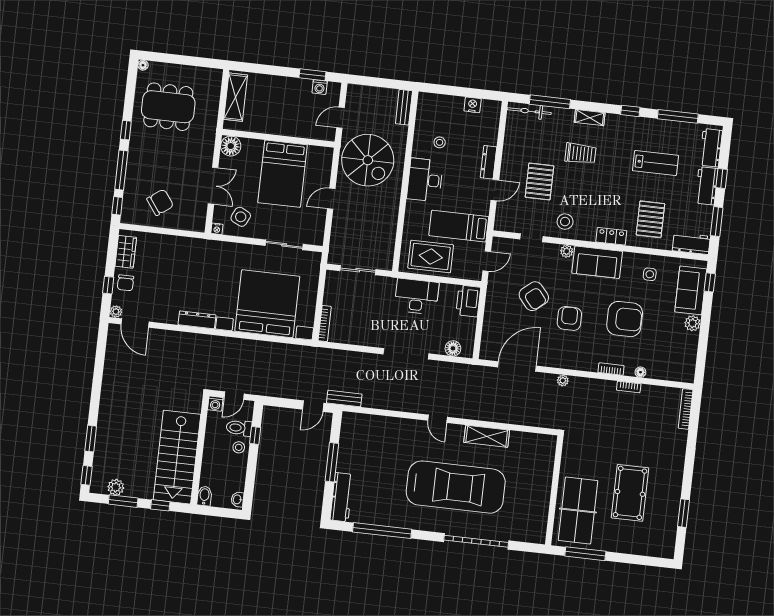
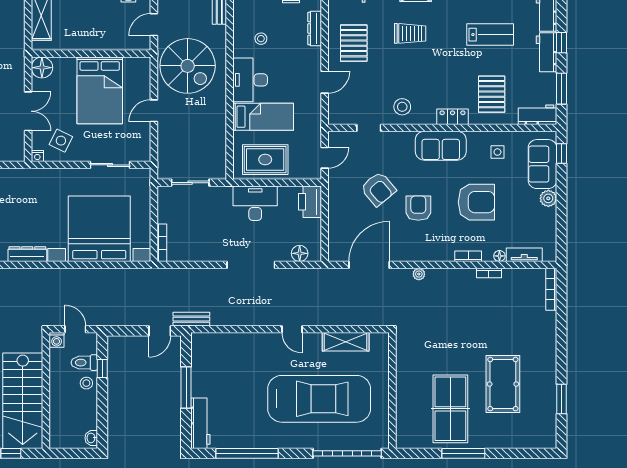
dresser: (488, 162) -> (315, 29), moved
pallet: (539, 182) -> (354, 43), moved
bed: (459, 226) -> (263, 117), moved, turned 180
plant: (567, 251) -> (407, 138), removed
tv unit: (664, 374) -> (524, 255), added
door: (234, 396) -> (75, 329), swing flipped
wall: (554, 490) -> (392, 390), moved
bidet: (204, 496) -> (56, 438), removed

